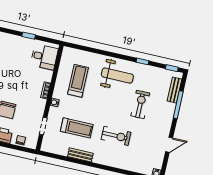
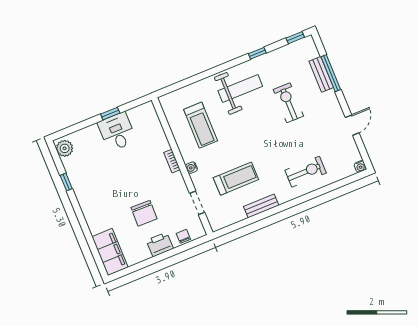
desk: (44, 57) -> (117, 132), moved, turned -90
treadmill: (78, 81) -> (201, 125), turned 180
bench: (174, 90) -> (321, 74), moved
exercise bike: (116, 136) -> (306, 172), moved

